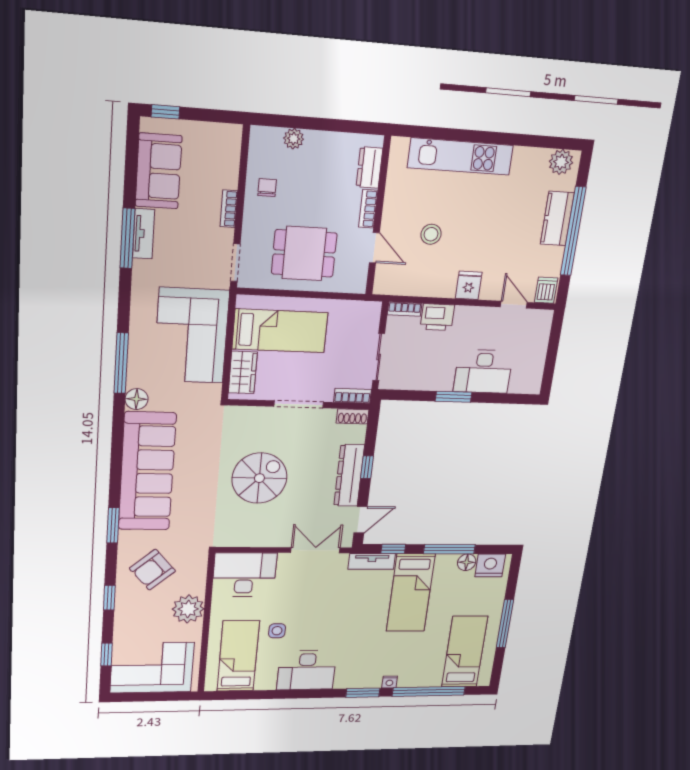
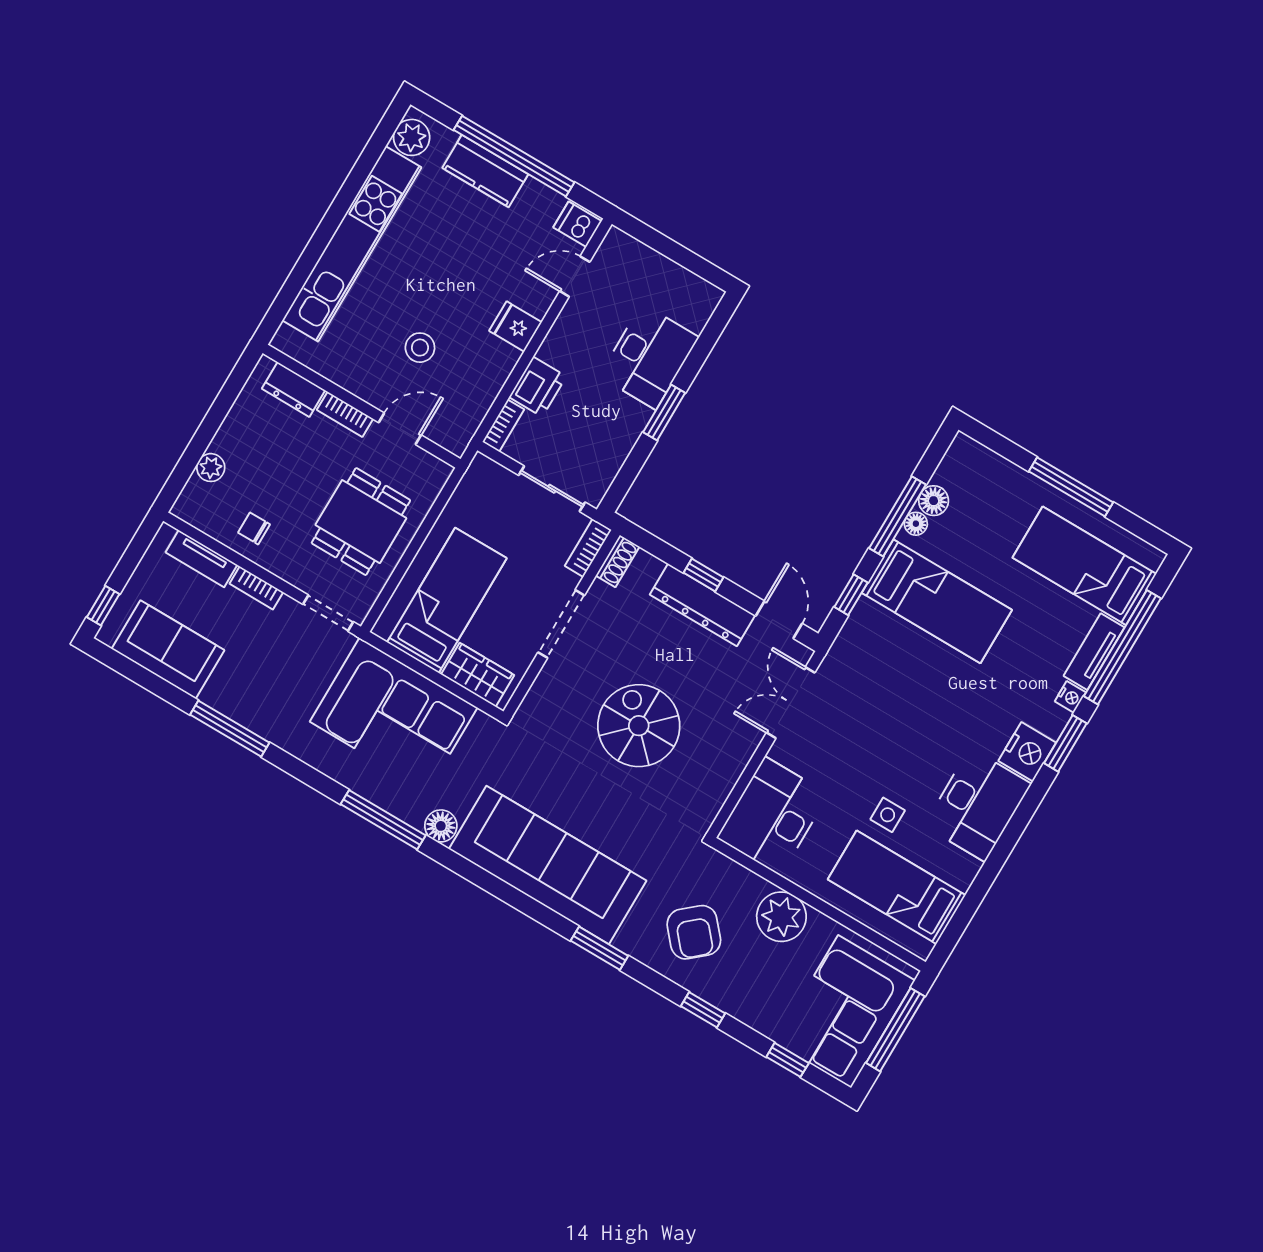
kitchen unit: (460, 157) -> (352, 244), width x1.36
tv unit: (144, 234) -> (201, 559), moved, turned 180
floor lamp: (449, 560) -> (916, 524), added
tv unit: (372, 561) -> (1094, 652), moved, turned 180
nightstand: (490, 565) -> (1027, 752), moved, turned 180
window: (157, 697) -> (895, 1030), added

